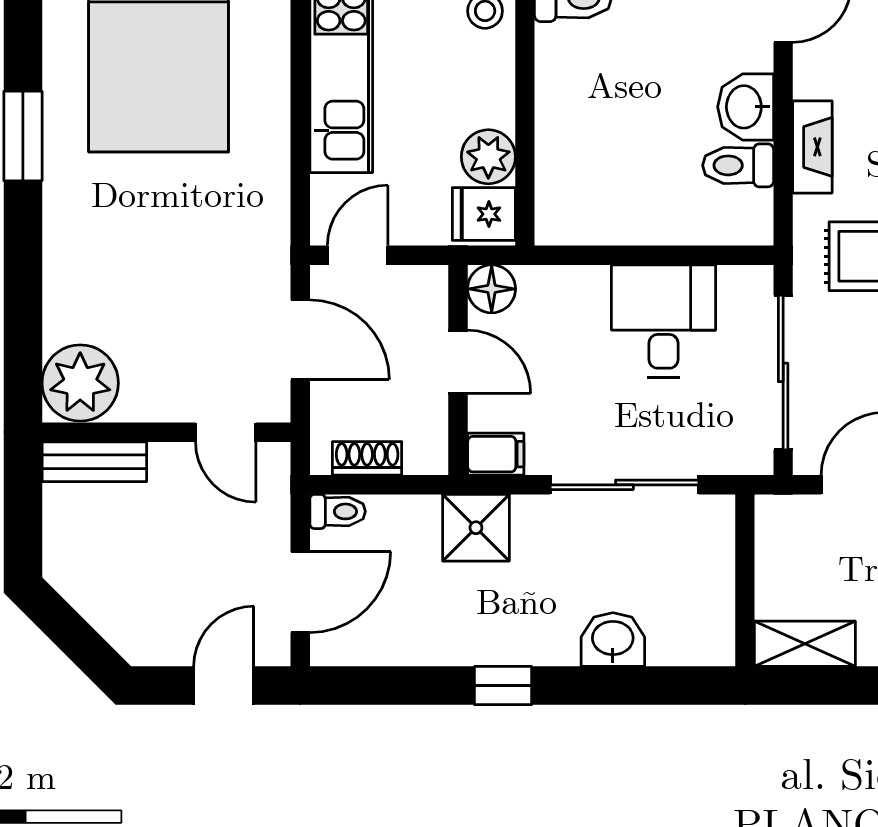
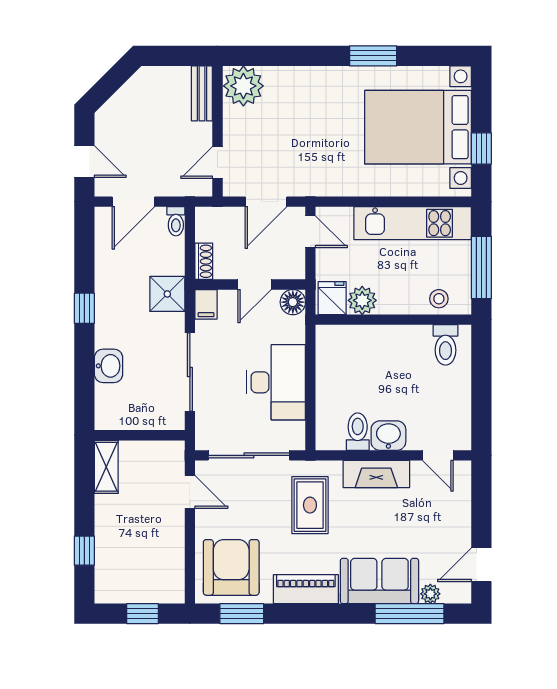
fireplace: (812, 147) -> (376, 474), width x1.37, depth x1.32
desk: (663, 321) -> (276, 382), width x1.37
shoe rack: (367, 458) -> (204, 261), moved
door: (300, 592) -> (133, 202), hinge flipped

